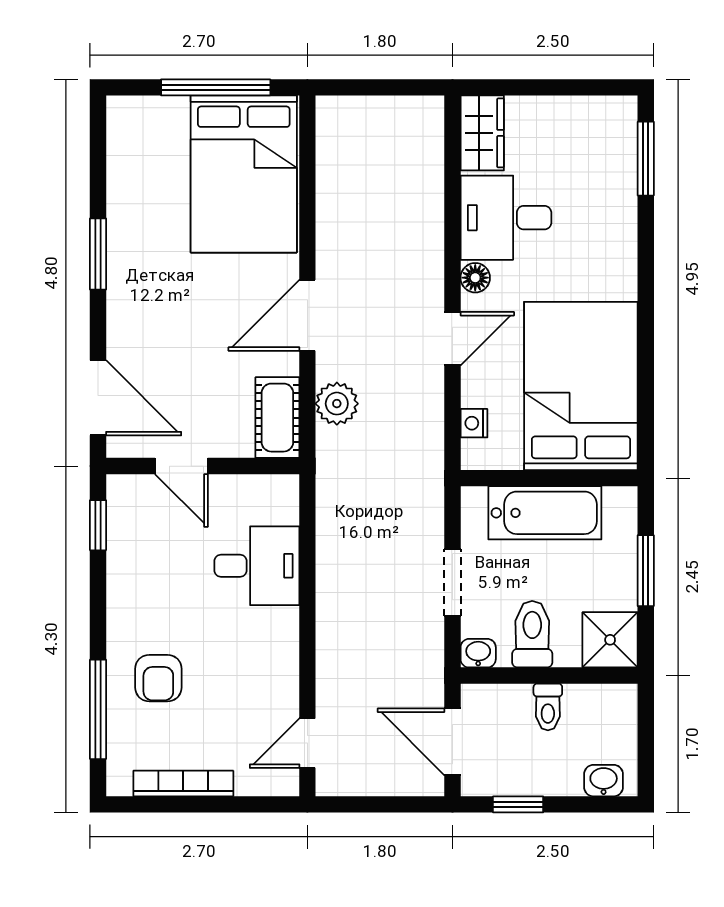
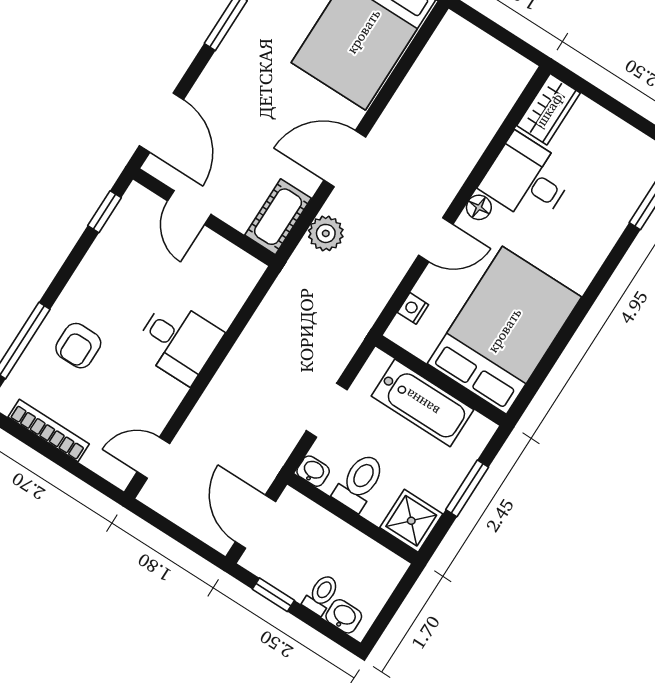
desk: (257, 566) -> (178, 341), moved
toilet: (548, 707) -> (321, 594), moved, turned 180

